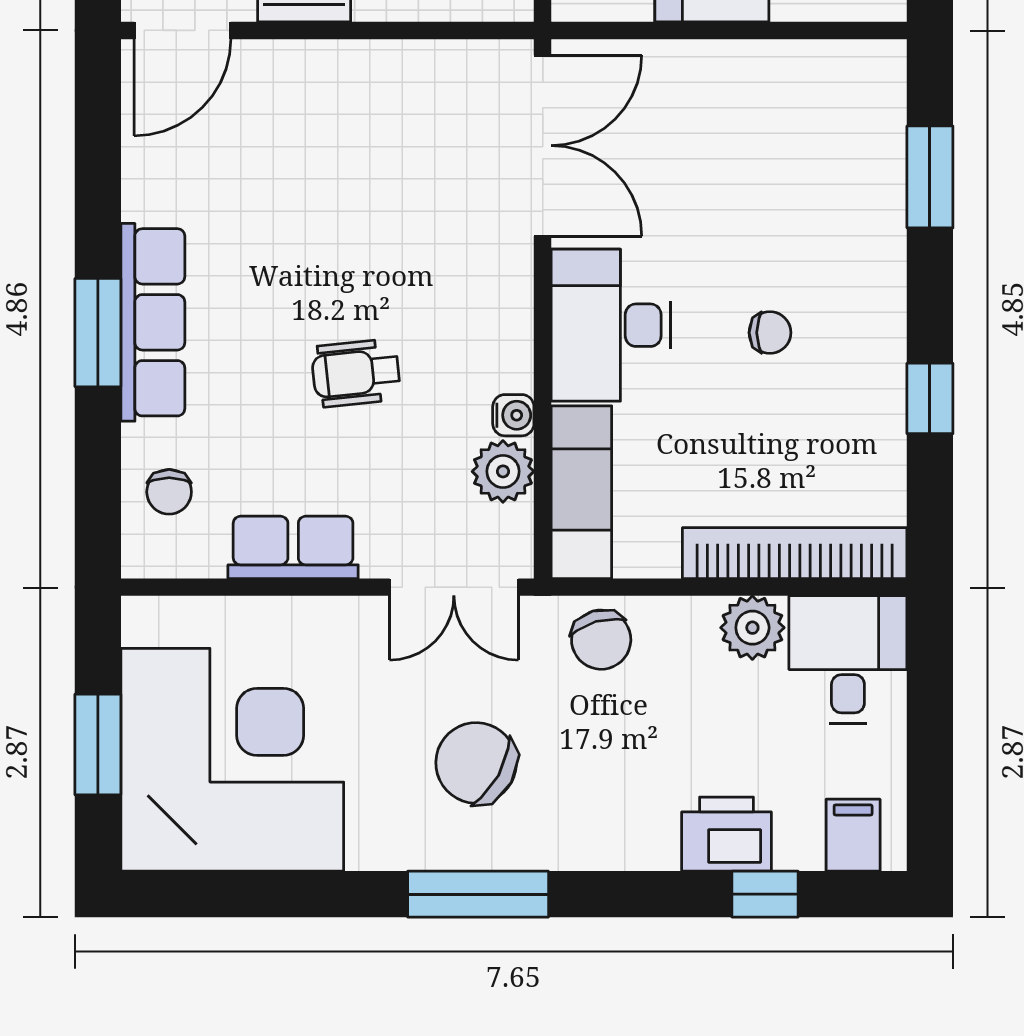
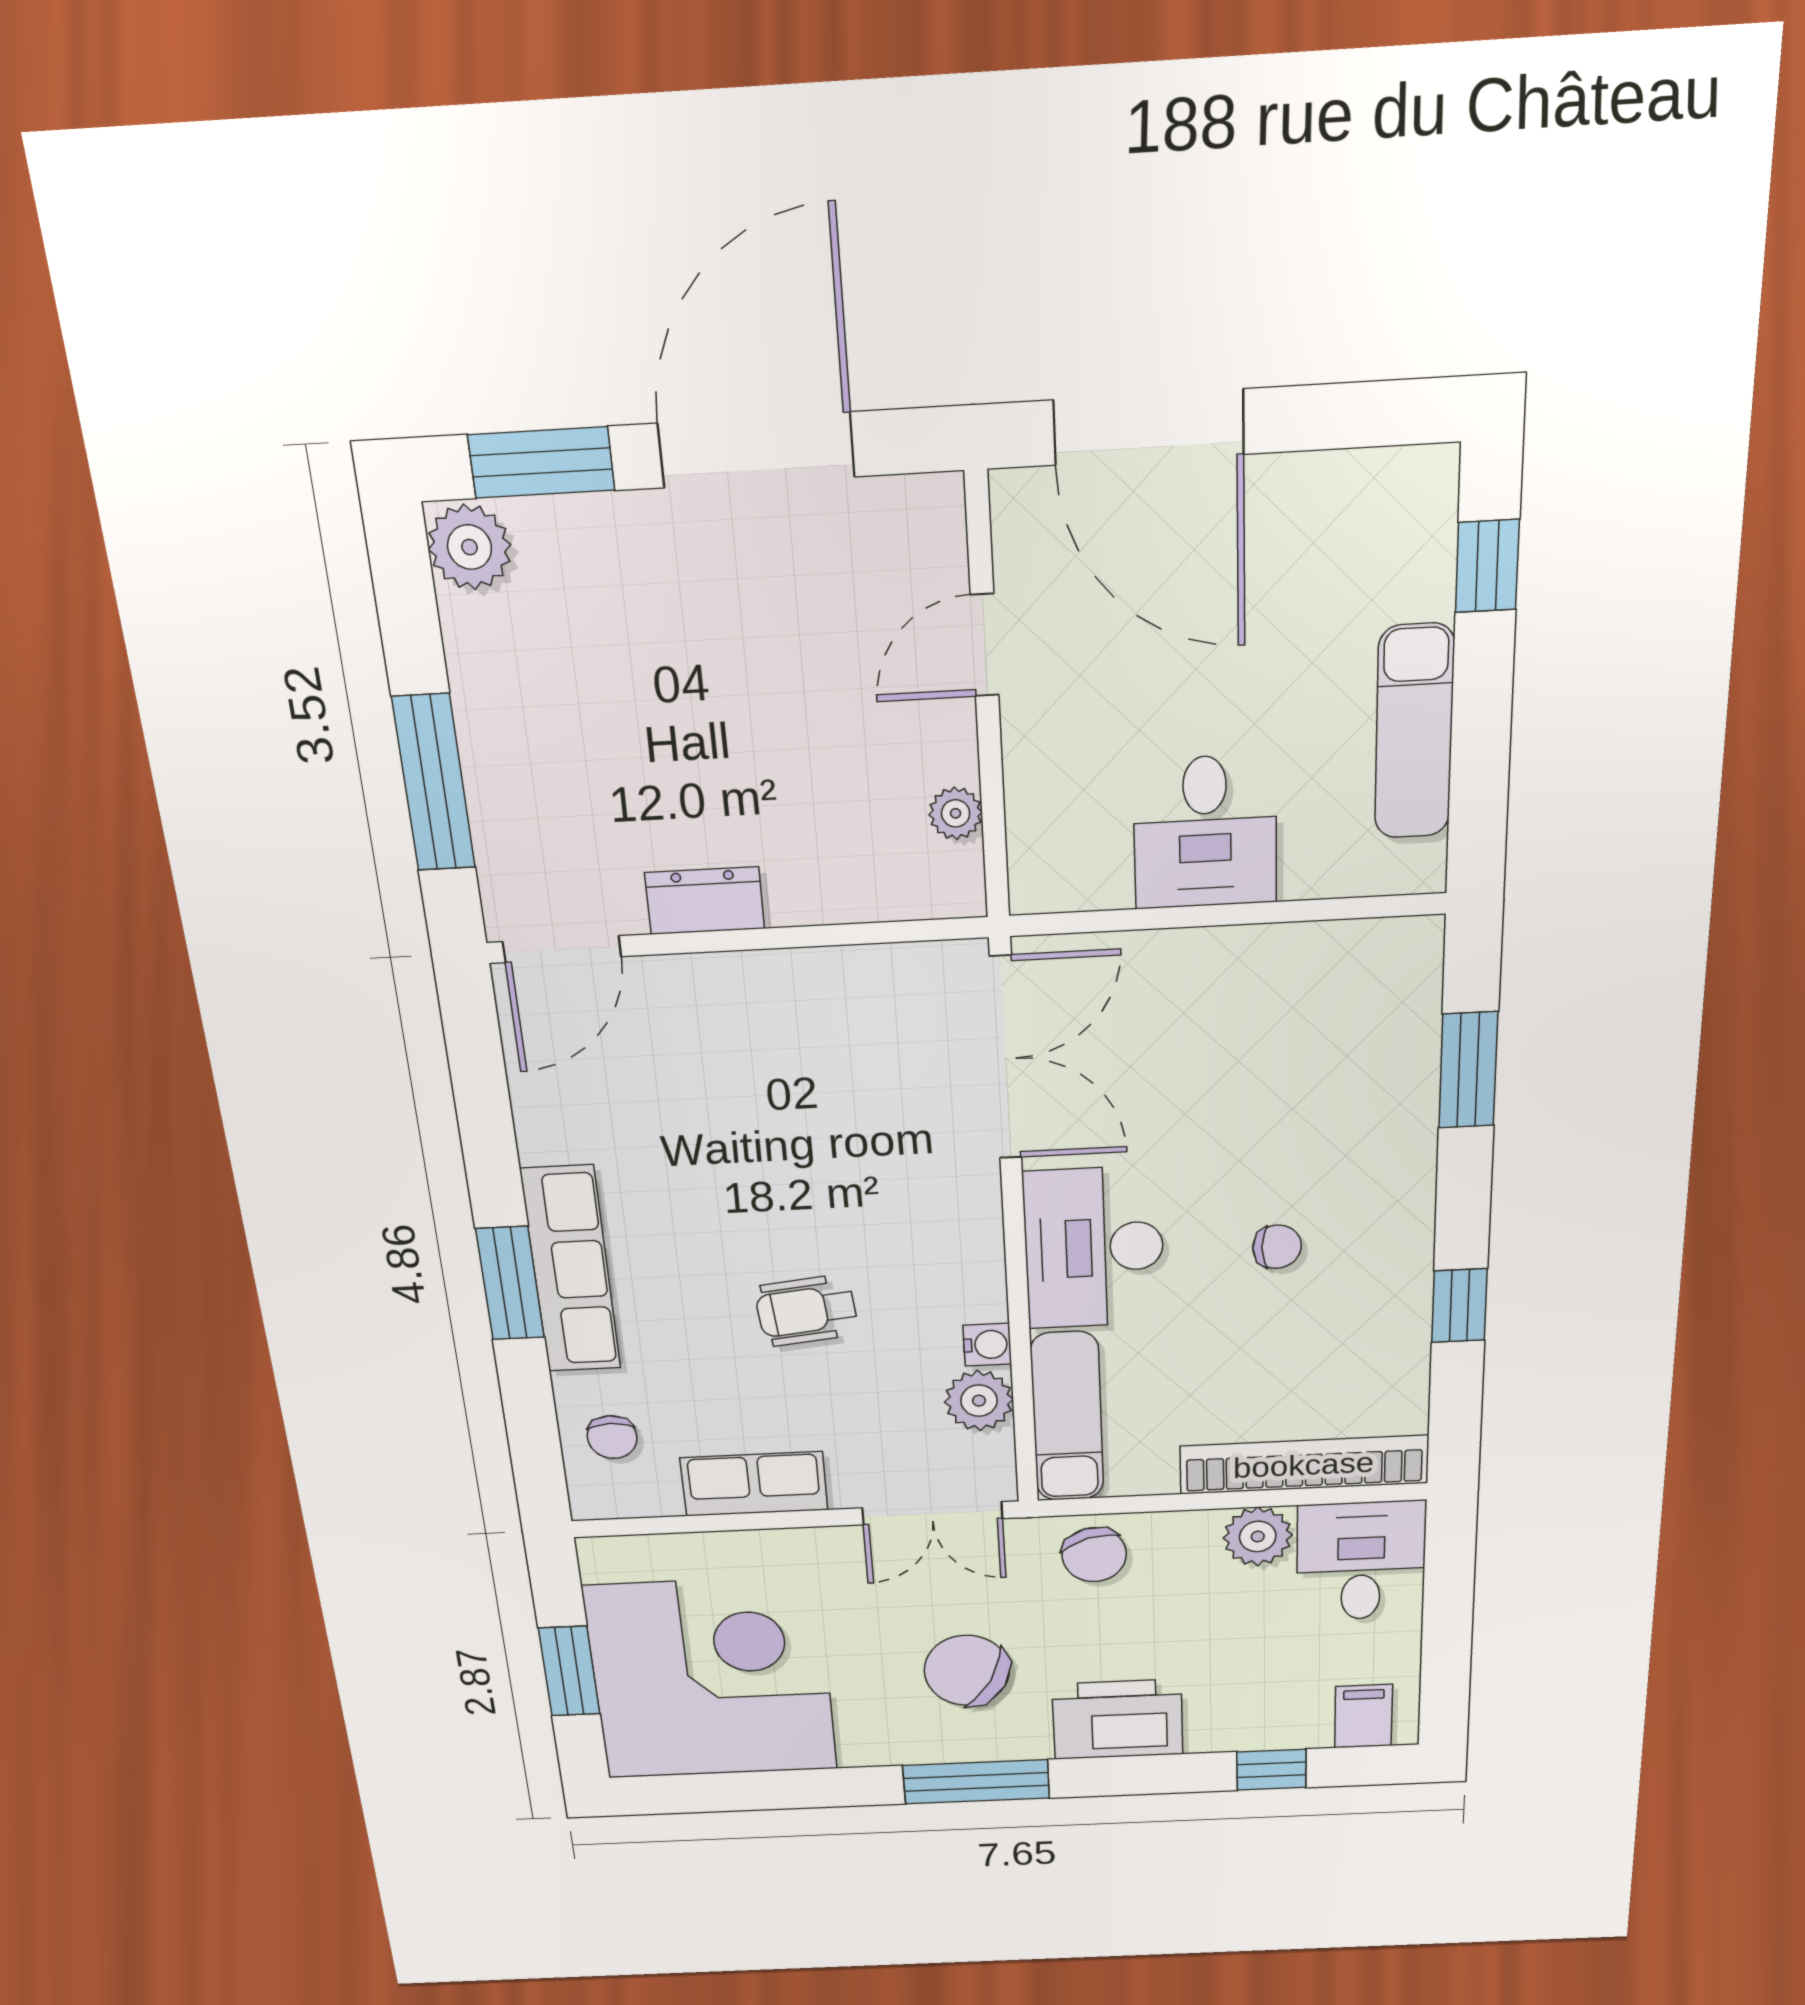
printer: (727, 834) -> (1118, 1719), moved, width x1.37, depth x1.19

